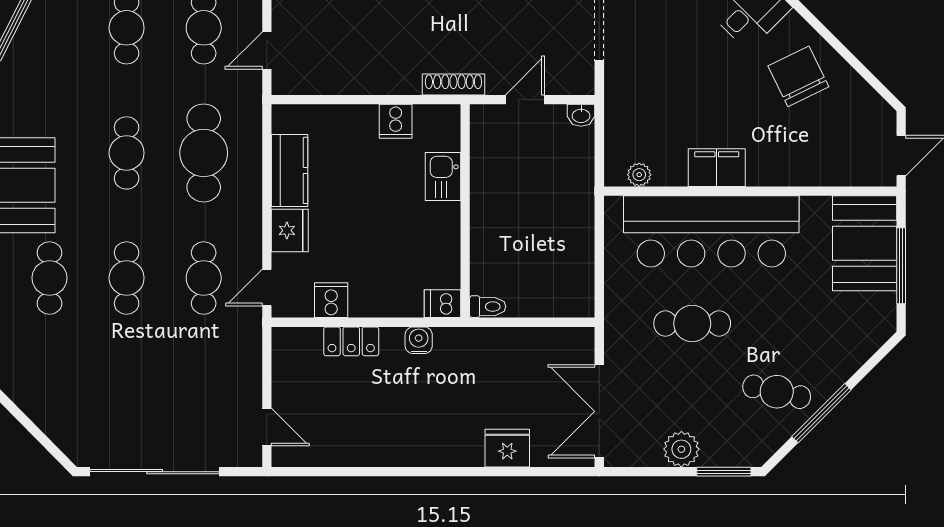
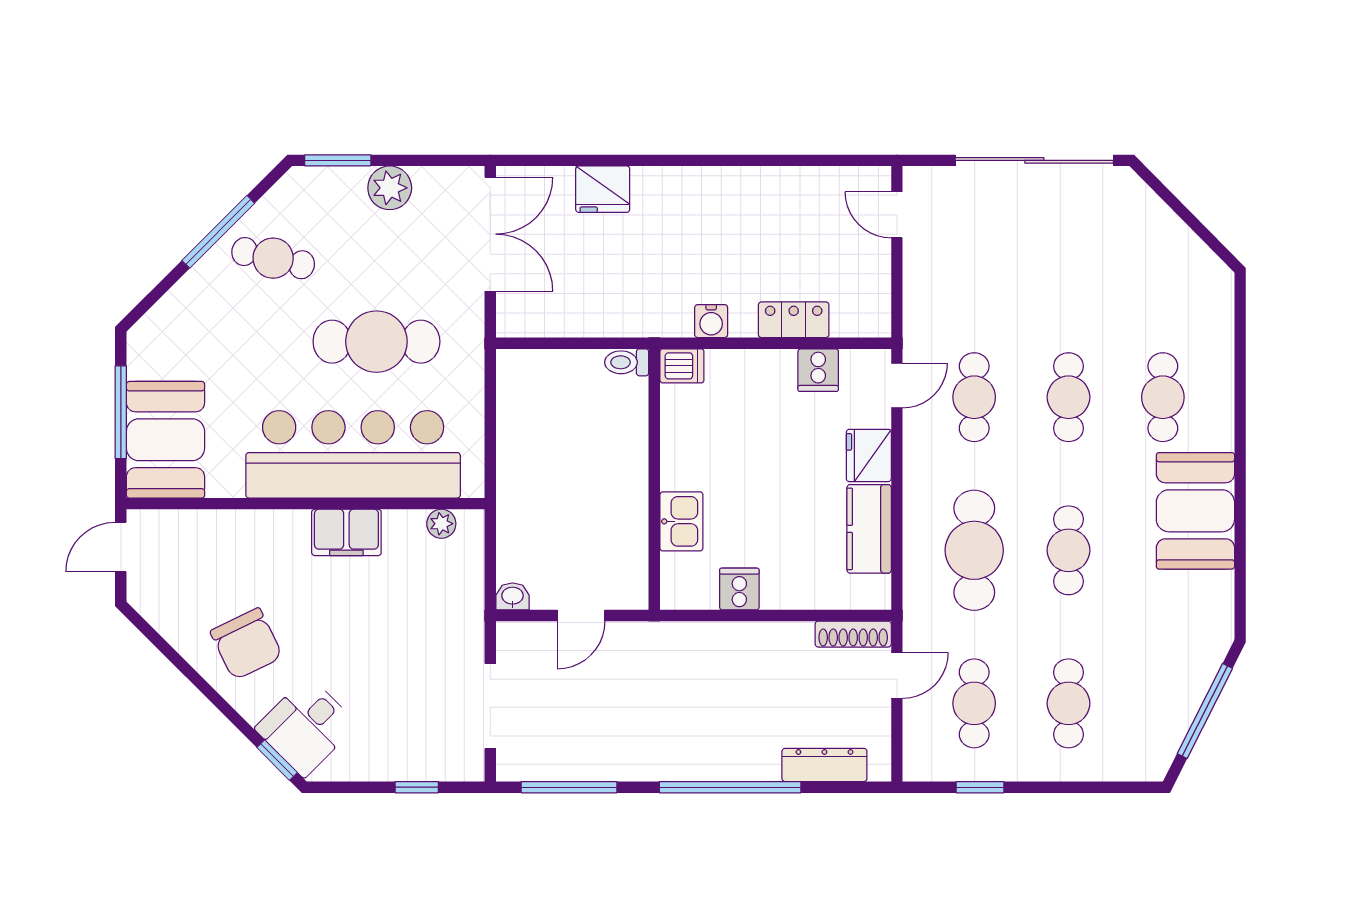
shoe rack: (453, 84) -> (853, 634), moved
cafe table: (692, 324) -> (376, 342), width x1.37, depth x1.35

